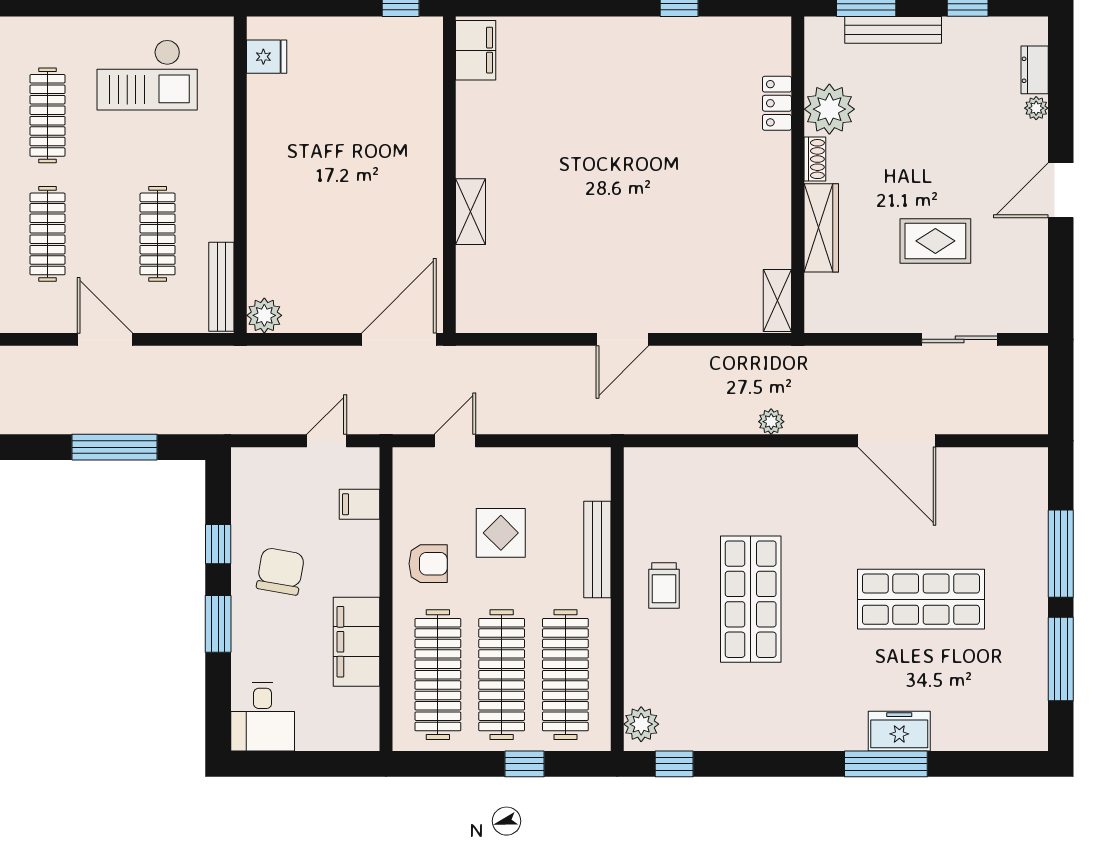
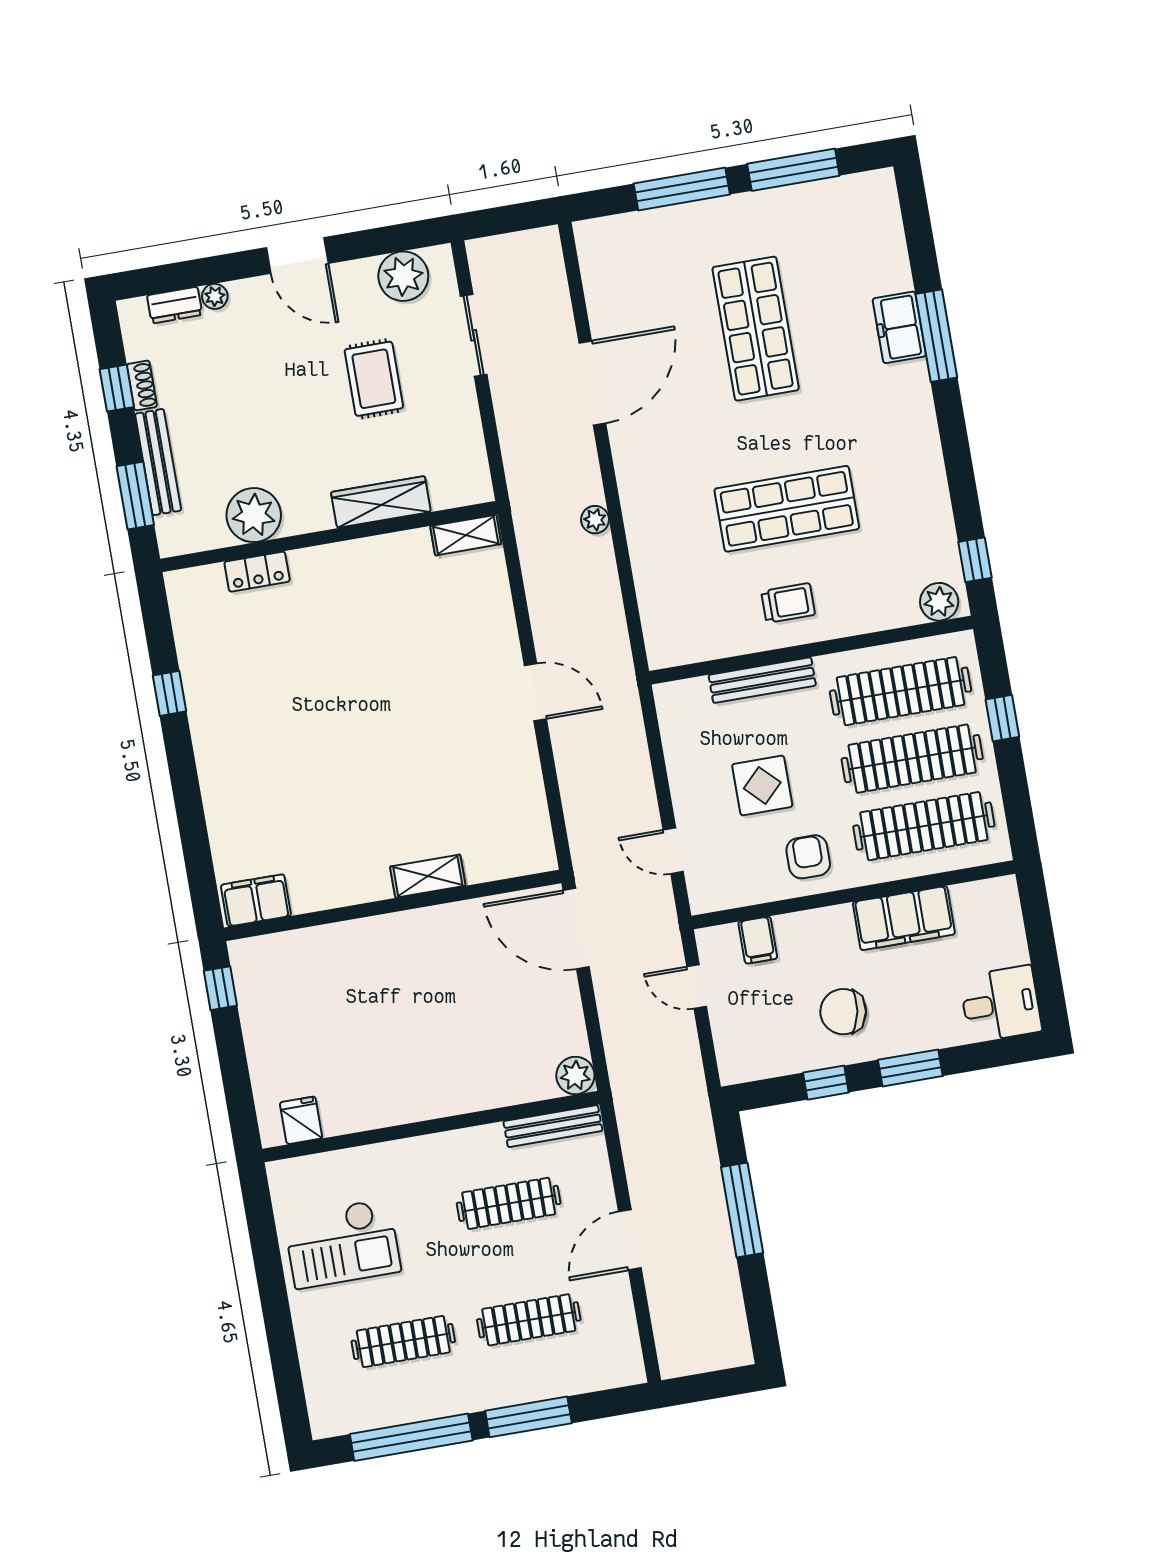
checkout: (147, 75) -> (342, 1243), turned 90
shoe rack: (815, 159) -> (142, 385), moved, turned 90
plant: (1025, 284) -> (403, 276), added

